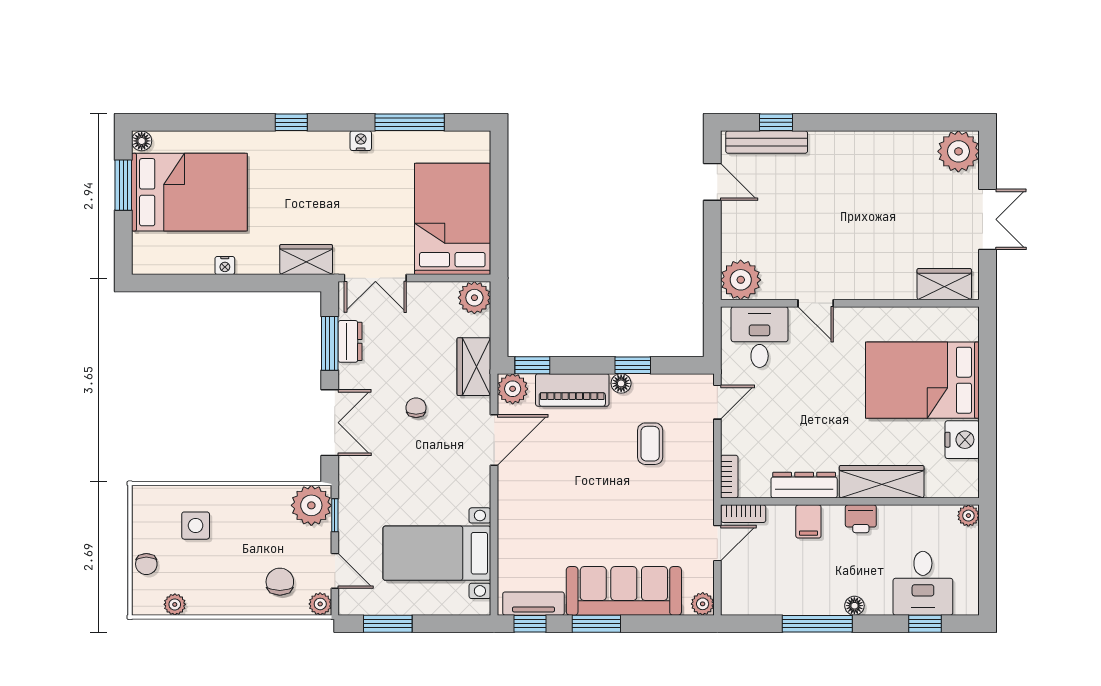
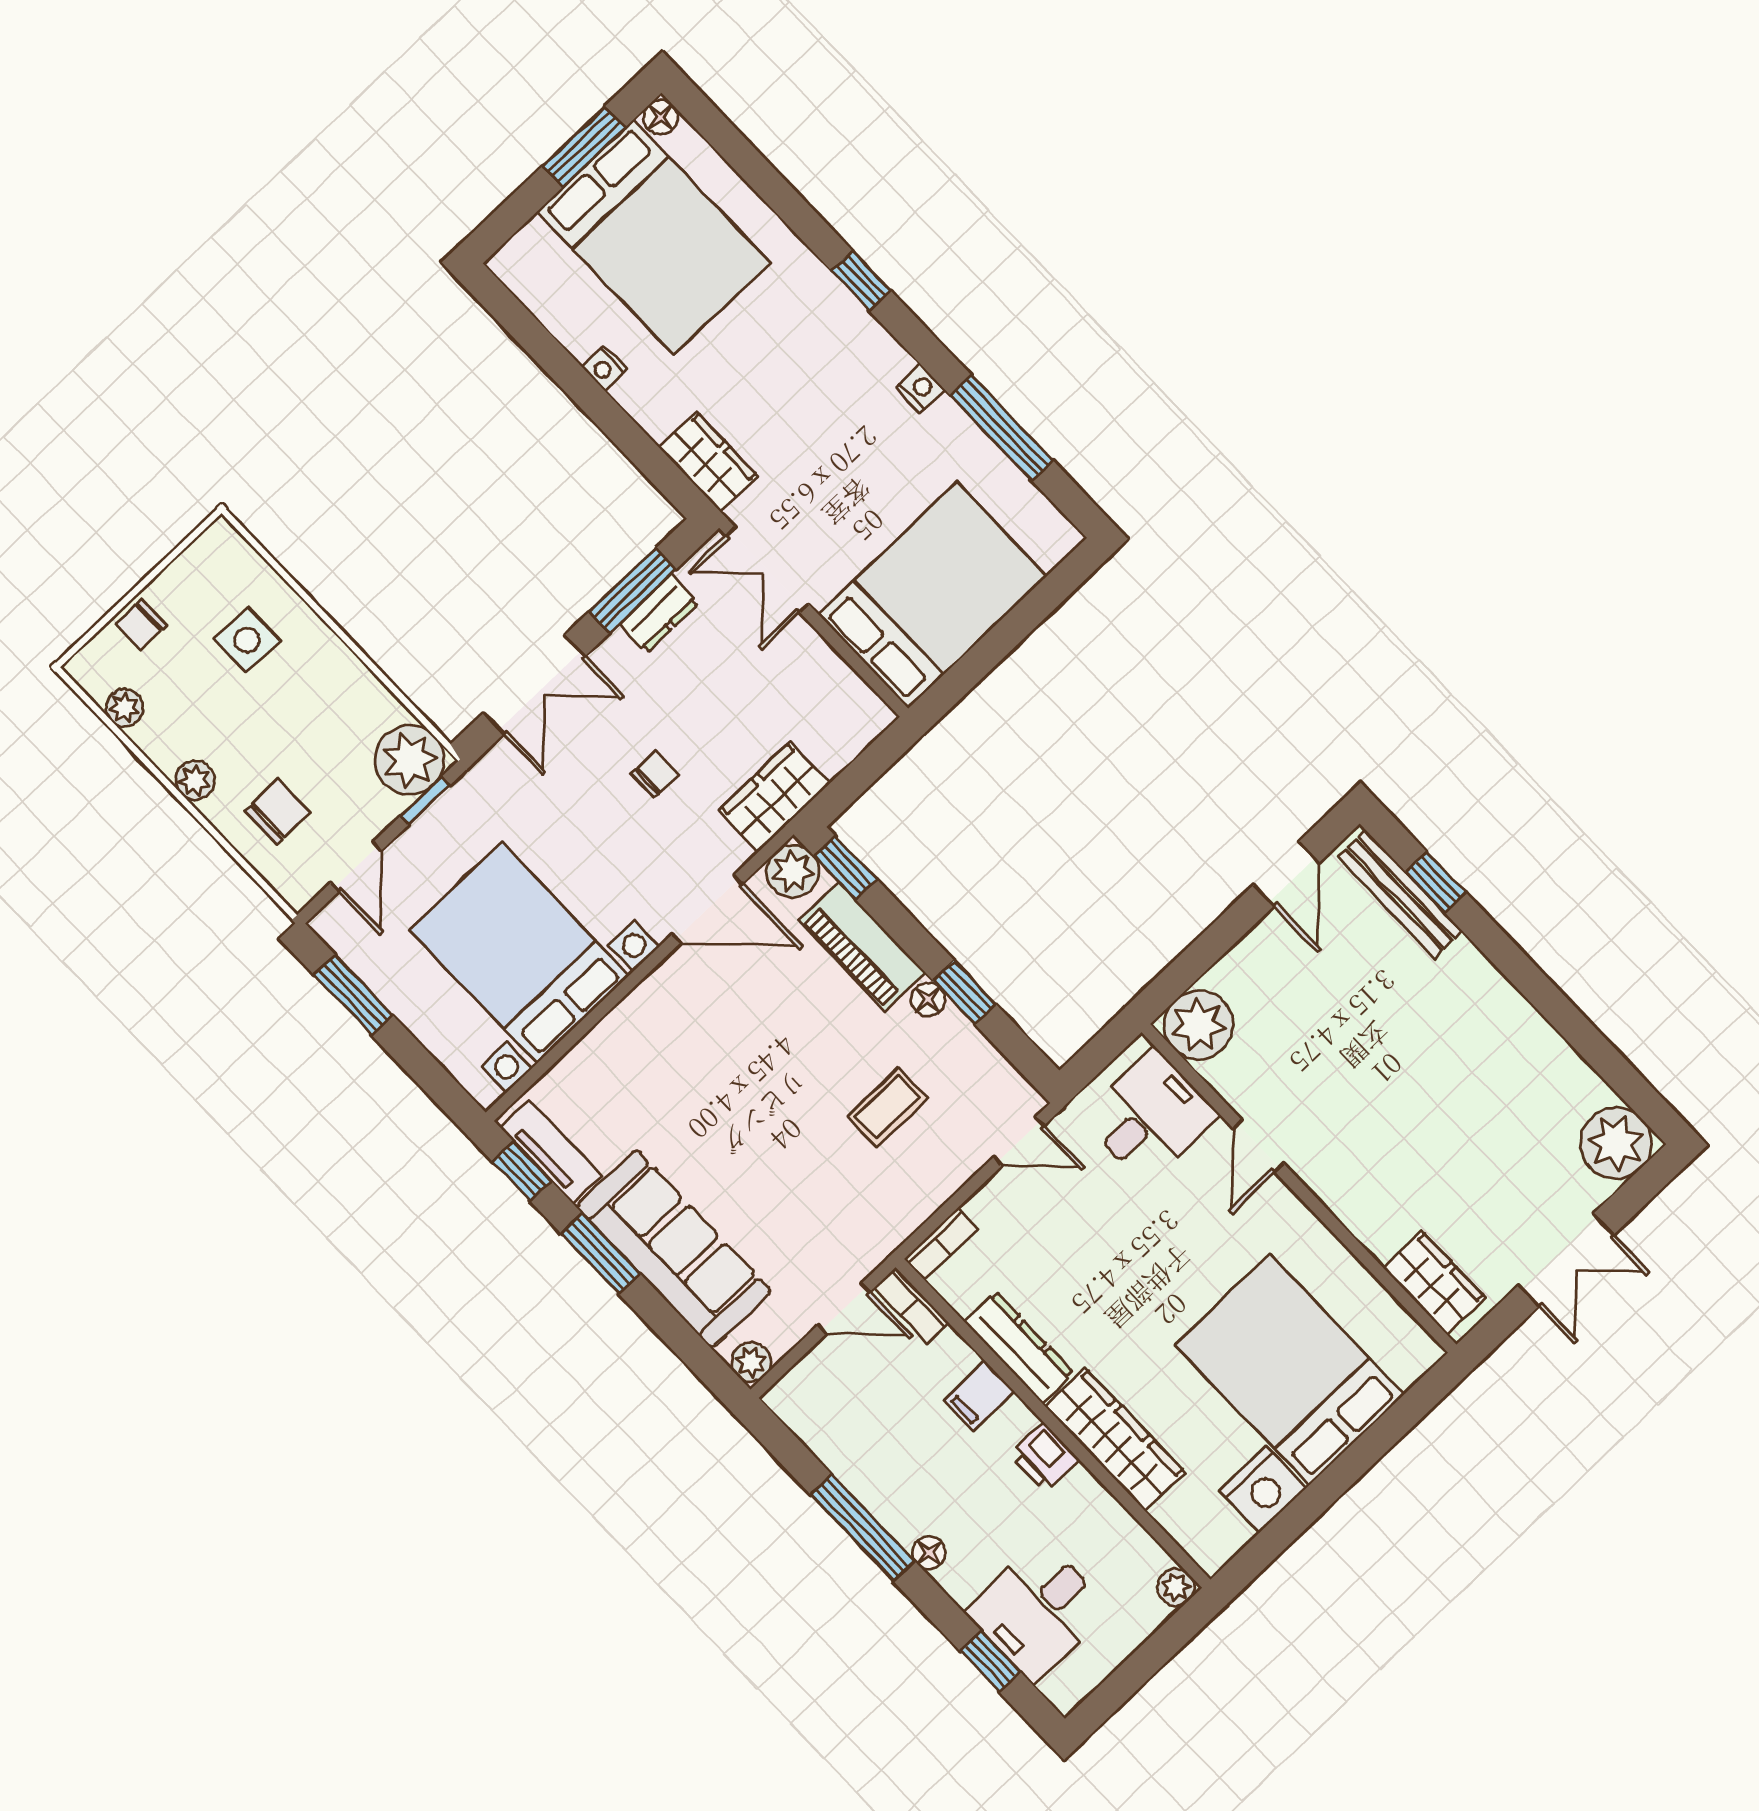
plant: (474, 298) -> (861, 716), removed
bed with nightstands: (437, 553) -> (519, 953), width x1.36
plant: (320, 604) -> (195, 780), moved

